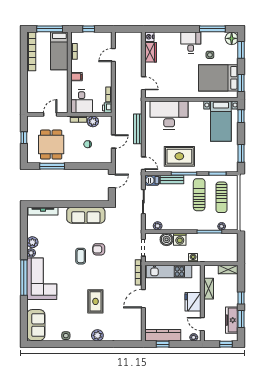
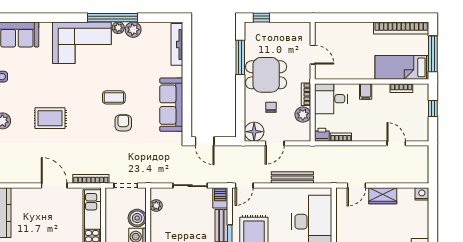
wardrobe: (151, 52) -> (383, 196), moved
window: (24, 138) -> (261, 18), moved
door: (113, 142) -> (275, 143), hinge flipped
dining table: (51, 145) -> (266, 75), moved
floor lamp: (105, 156) -> (254, 132), added
door: (112, 181) -> (205, 141), moved
window: (24, 278) -> (113, 18), moved

